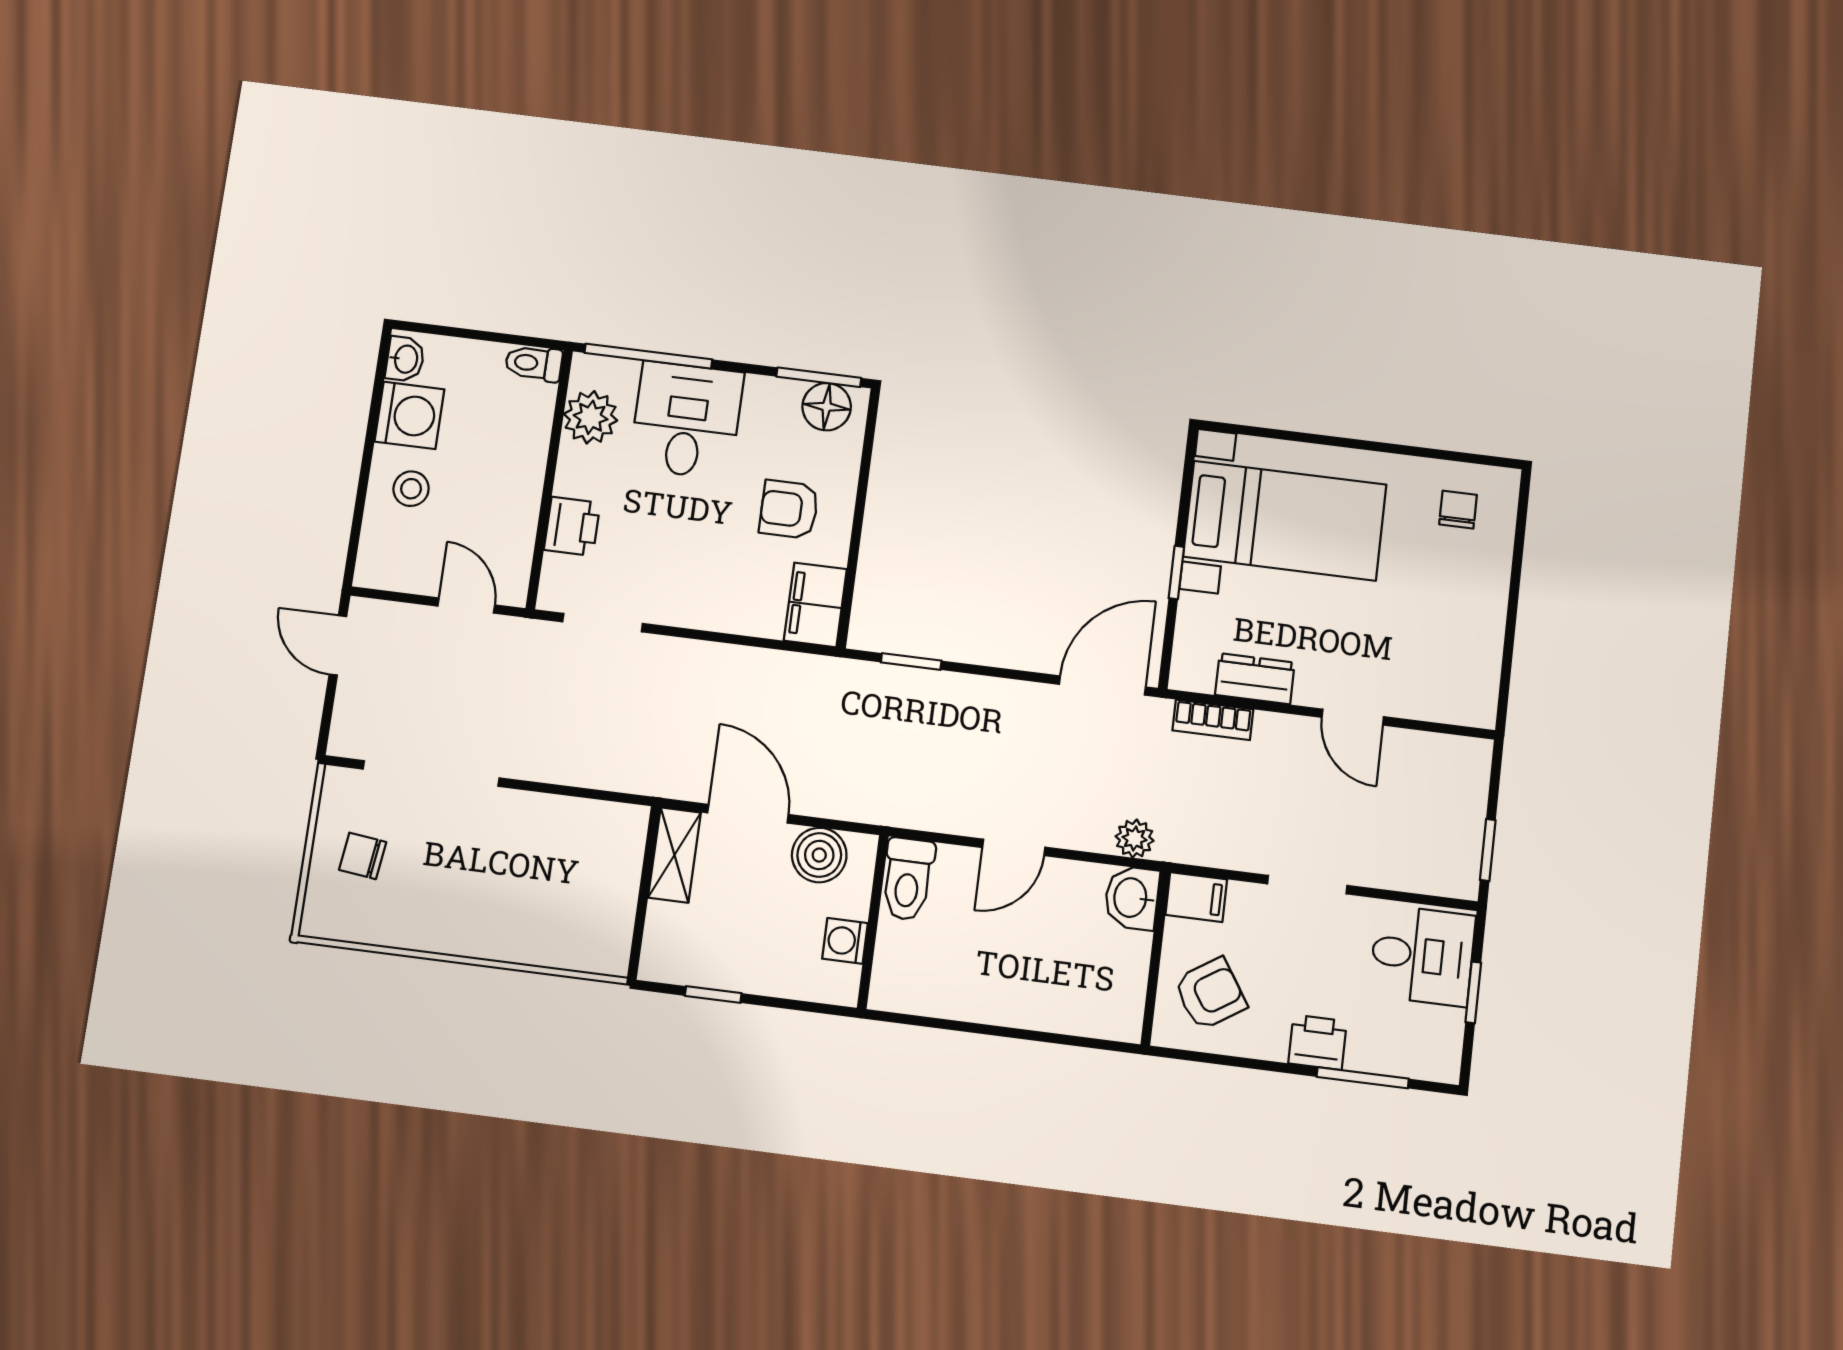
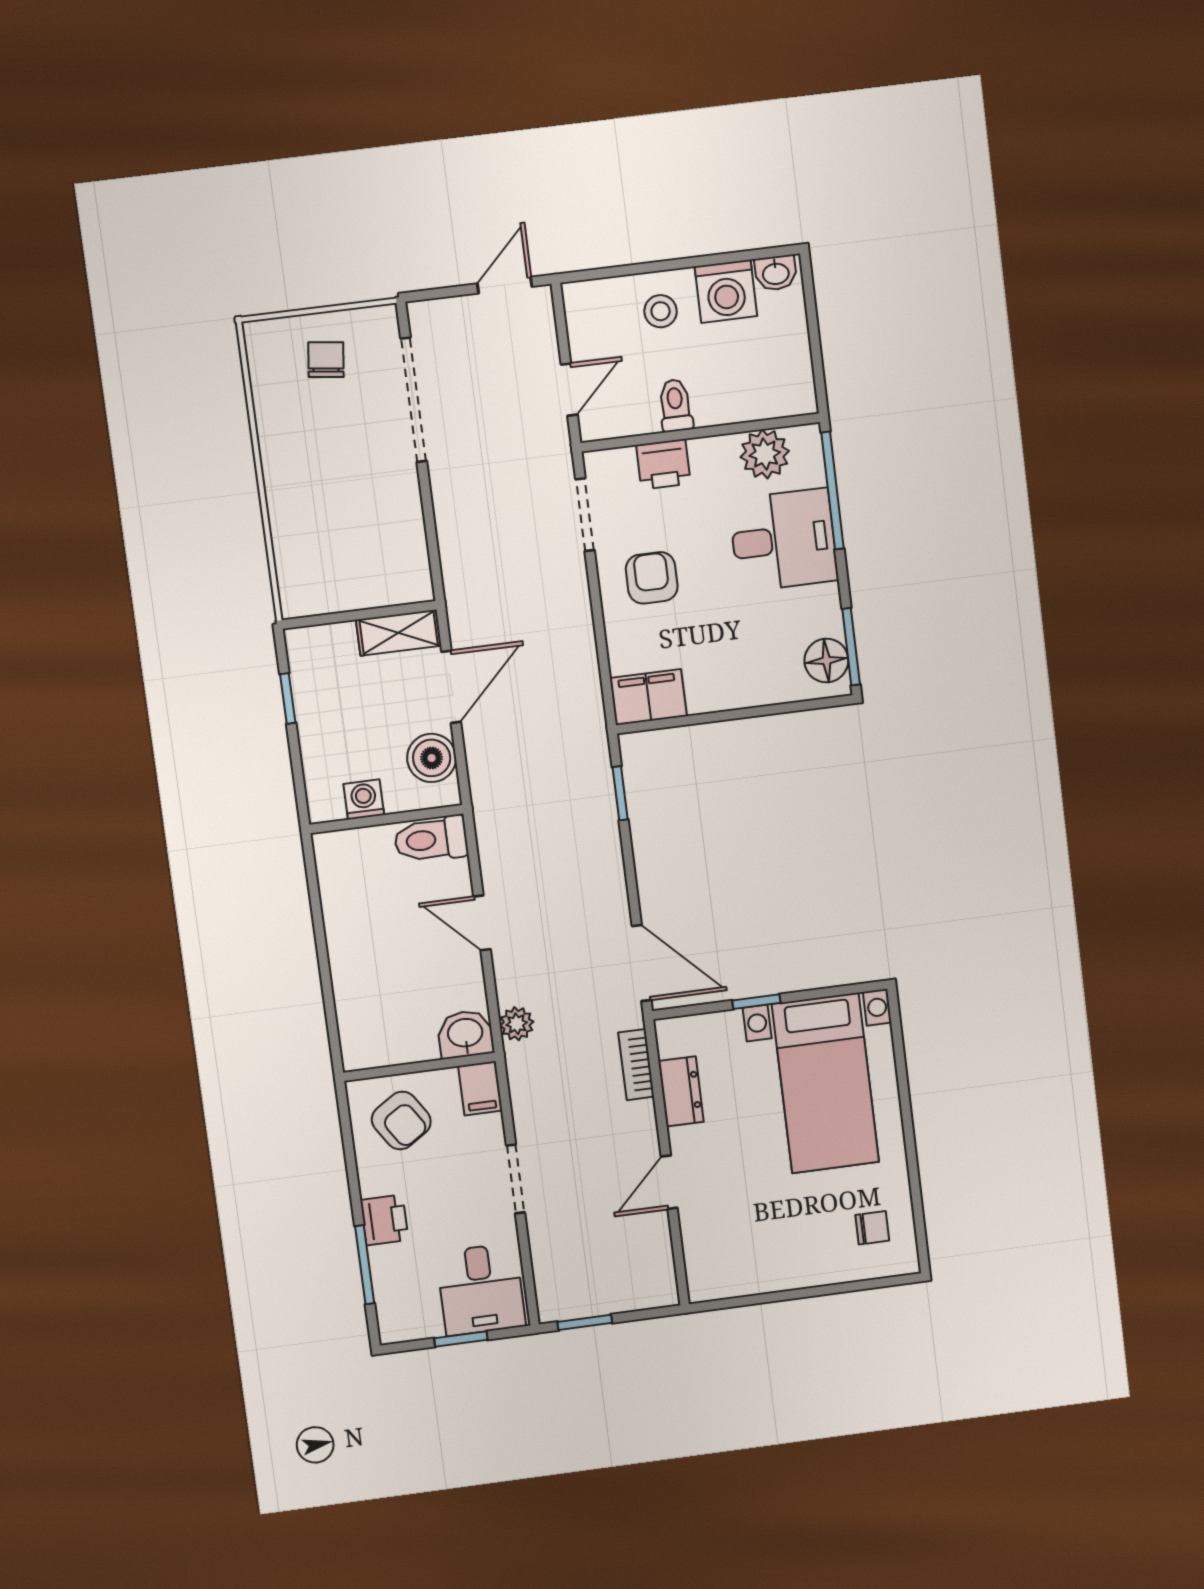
toilet: (534, 363) -> (675, 405), moved
armchair: (789, 509) -> (652, 578), moved

